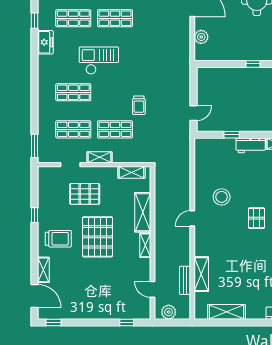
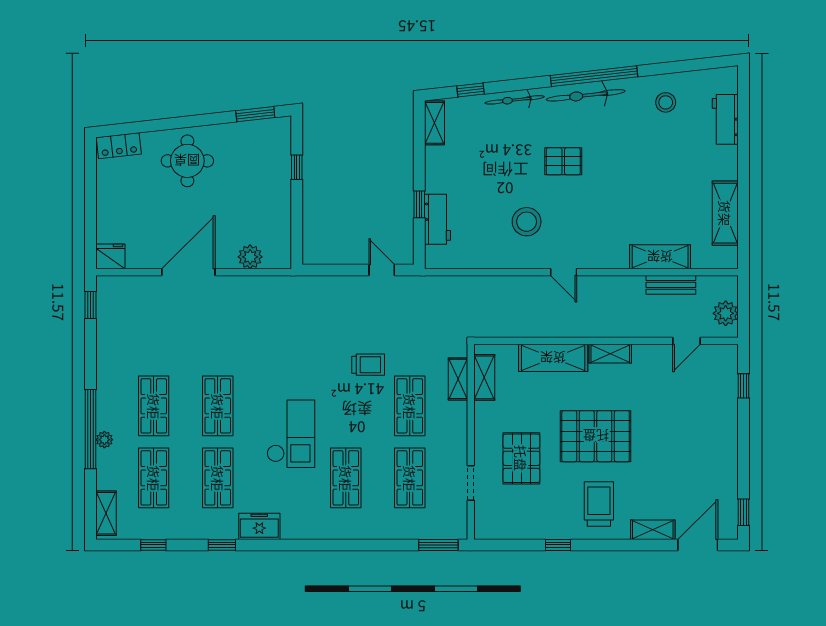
checkout: (99, 61) -> (291, 434), turned 180
workbench: (251, 145) -> (438, 219), moved
shelving: (100, 157) -> (458, 379), moved

